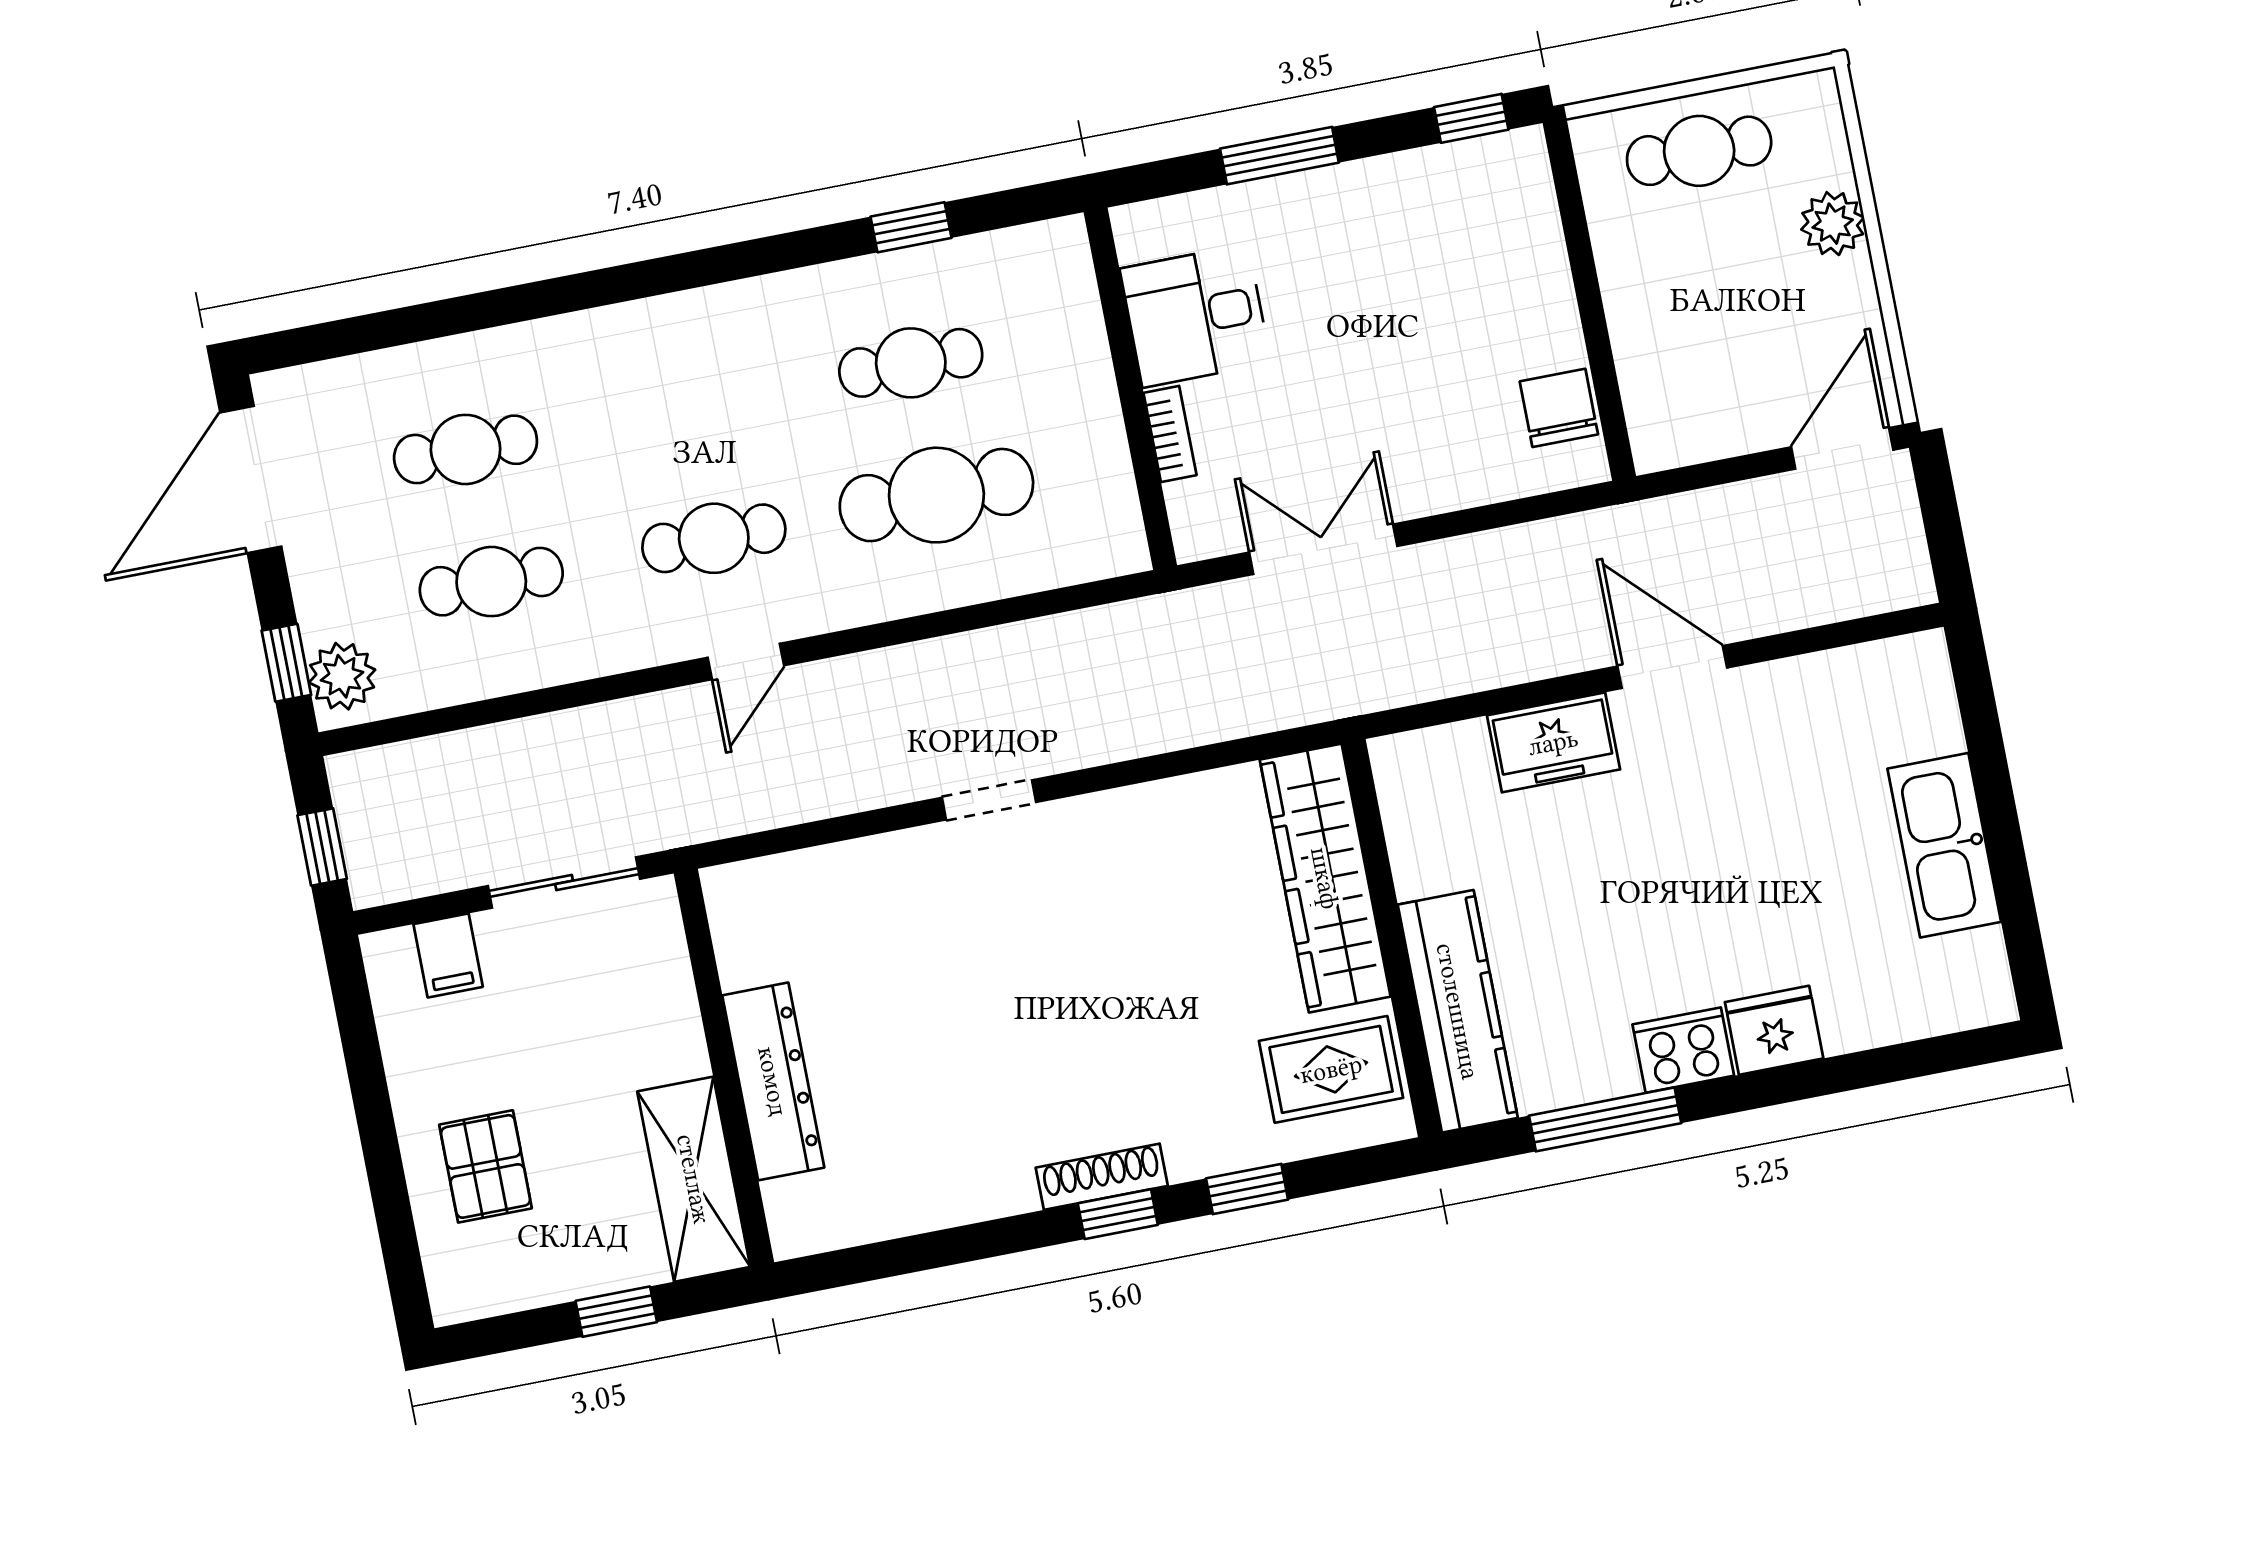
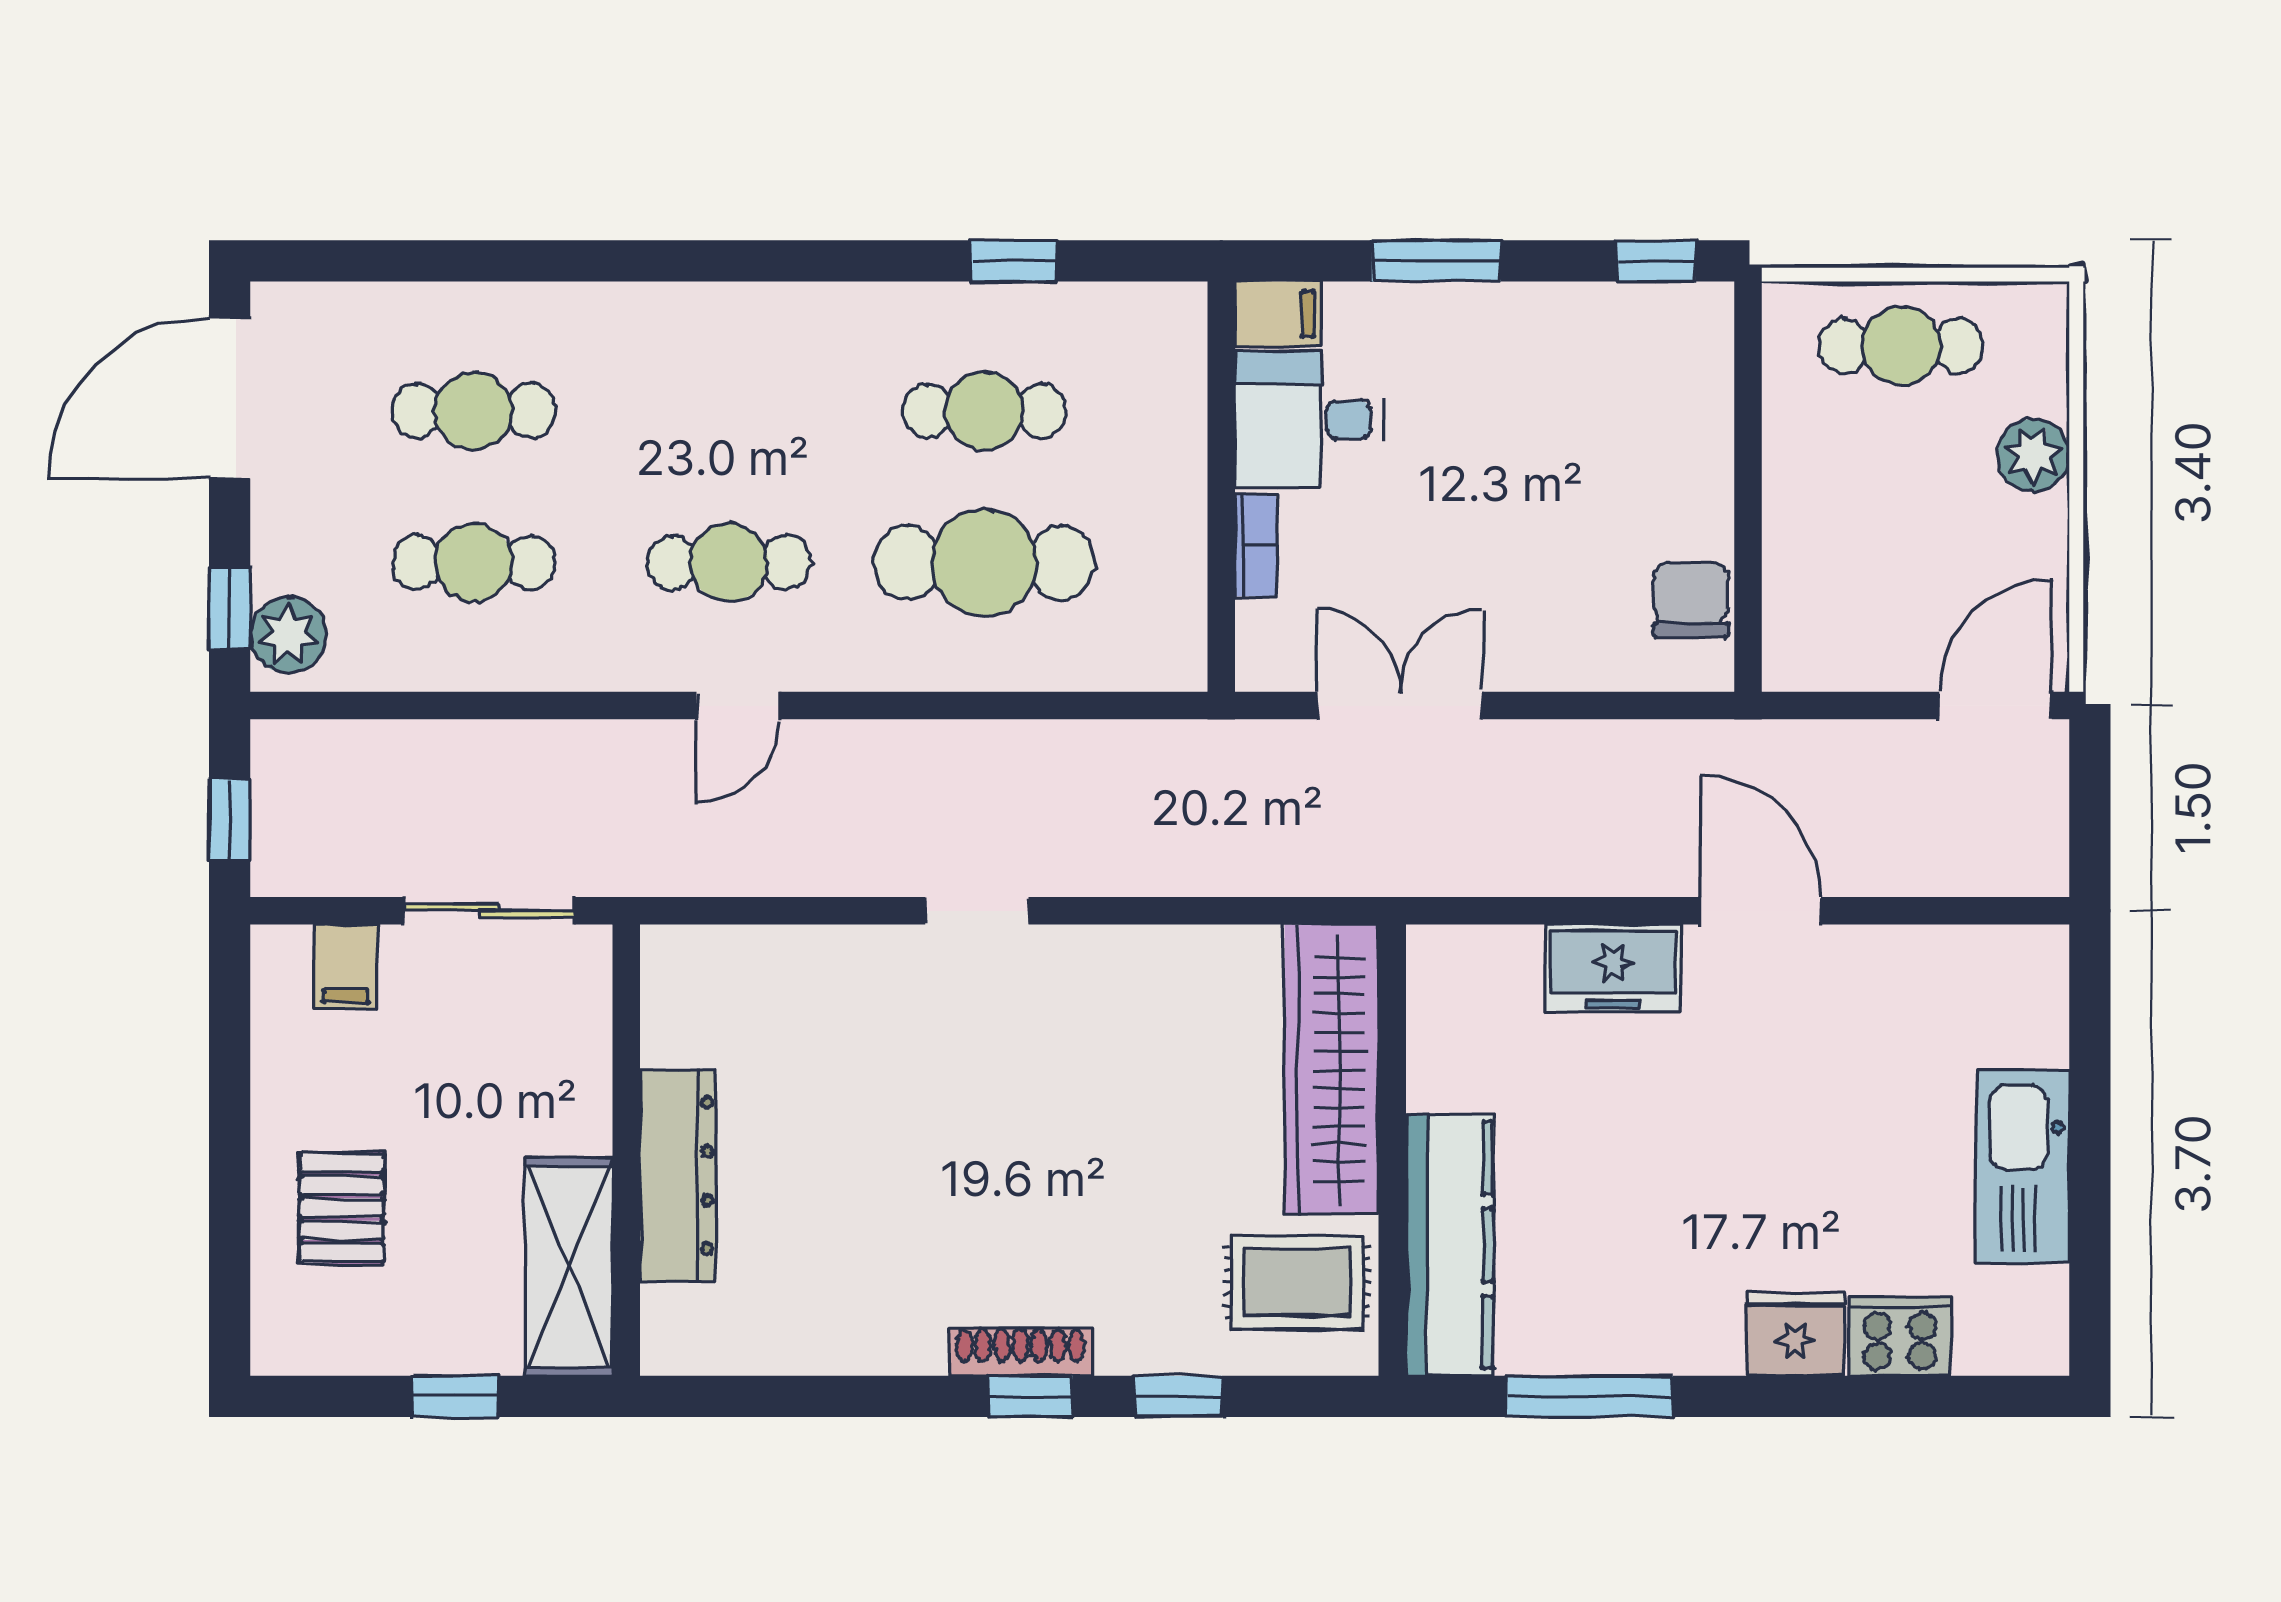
filing cabinet: (1150, 228) -> (1278, 314), added
cooker: (1683, 1050) -> (1900, 1337), moved

